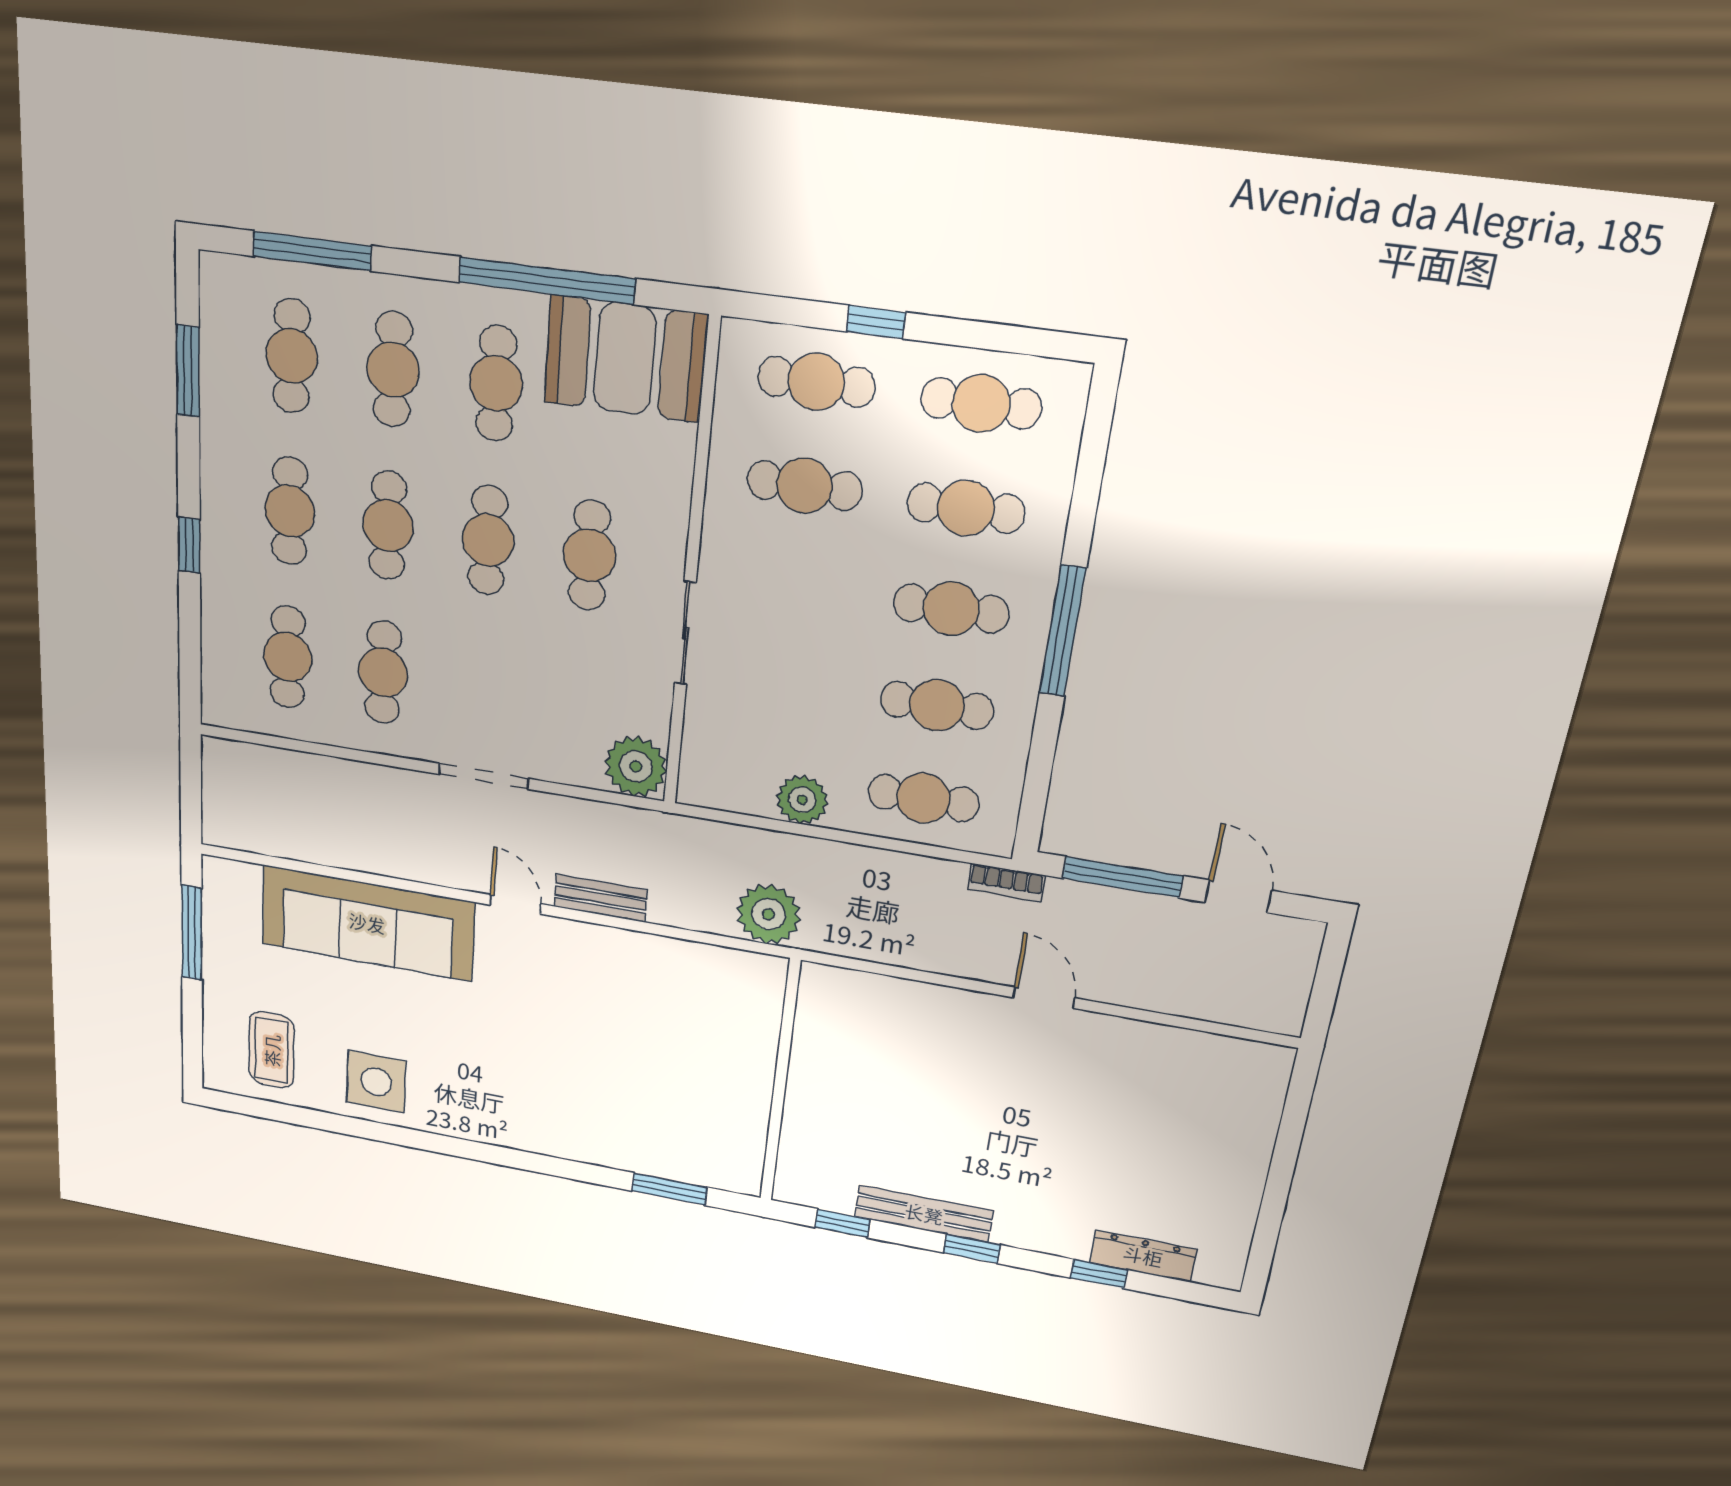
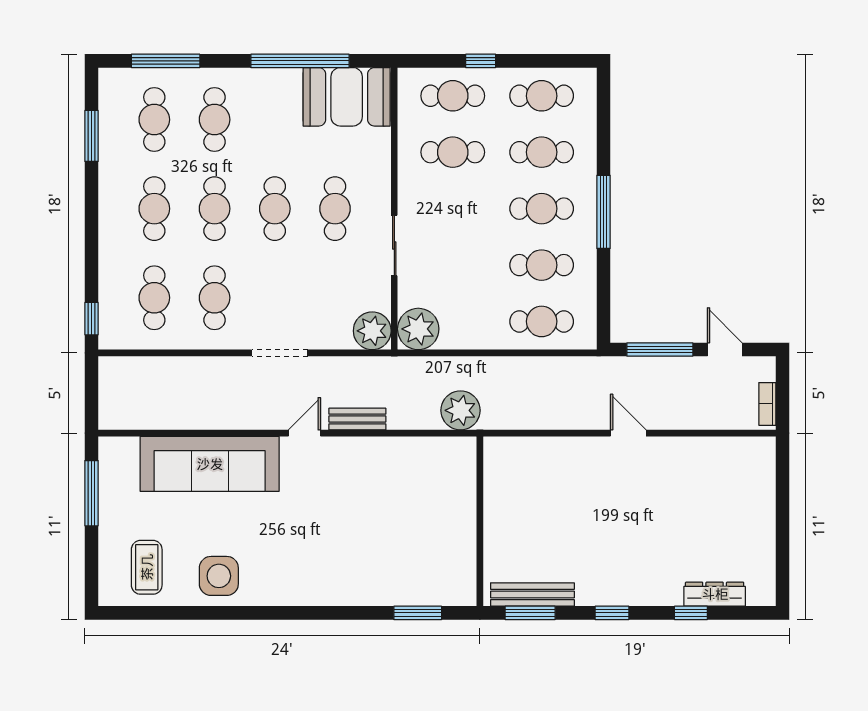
cafe table: (496, 384) -> (275, 120), removed
window: (189, 545) -> (92, 319), moved
plant: (802, 800) -> (418, 329), moved, width x1.36, depth x1.36
bookcase: (1006, 883) -> (767, 404), moved, turned 90
door: (515, 904) -> (304, 433), hinge flipped
bench: (924, 1214) -> (532, 595), moved
window: (843, 1223) -> (530, 613), width x1.50

